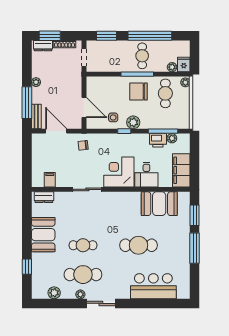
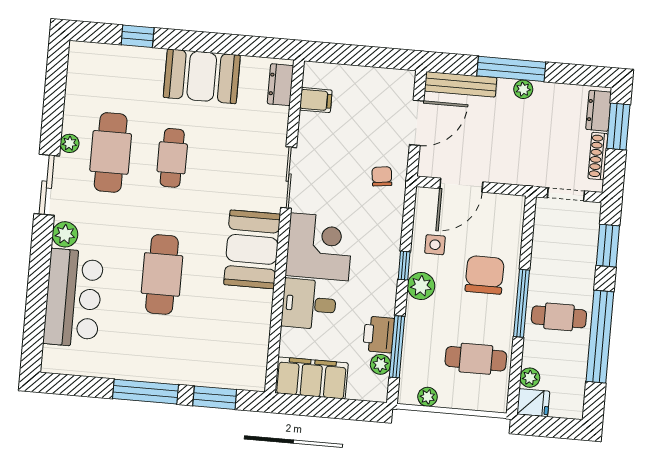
plant: (185, 82) -> (427, 397), moved
chair: (139, 91) -> (485, 275), moved
window: (27, 103) -> (511, 69), moved
bench: (36, 116) -> (461, 84), width x1.36
booth: (159, 204) -> (252, 249), moved
plant: (54, 293) -> (65, 234), moved

